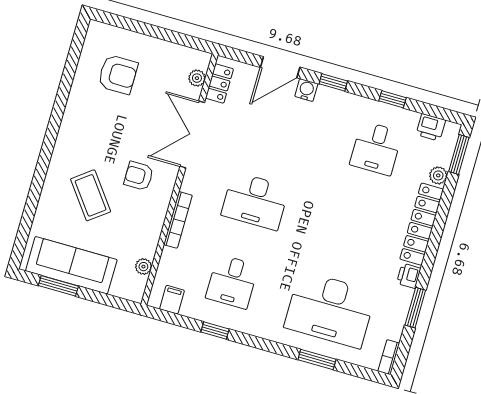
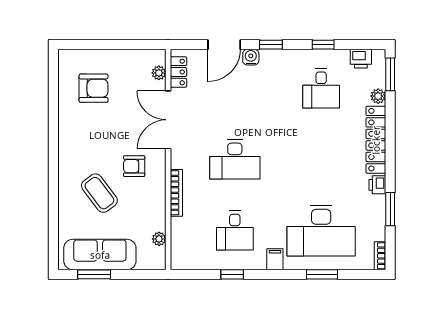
filing cabinet: (172, 300) -> (275, 259), moved

